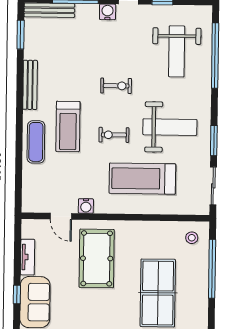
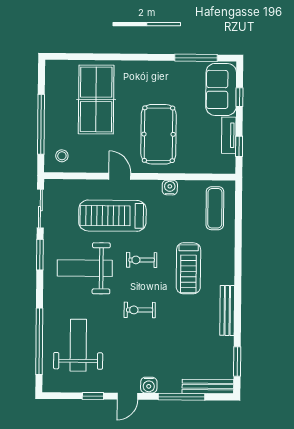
treadmill: (68, 126) -> (188, 268), turned 180
exercise bike: (114, 135) -> (142, 260), turned 180
exercise mat: (36, 142) -> (215, 208), moved
treadmill: (142, 179) -> (112, 216), turned 180
door: (61, 216) -> (120, 176), moved
window: (18, 246) -> (239, 146), added

